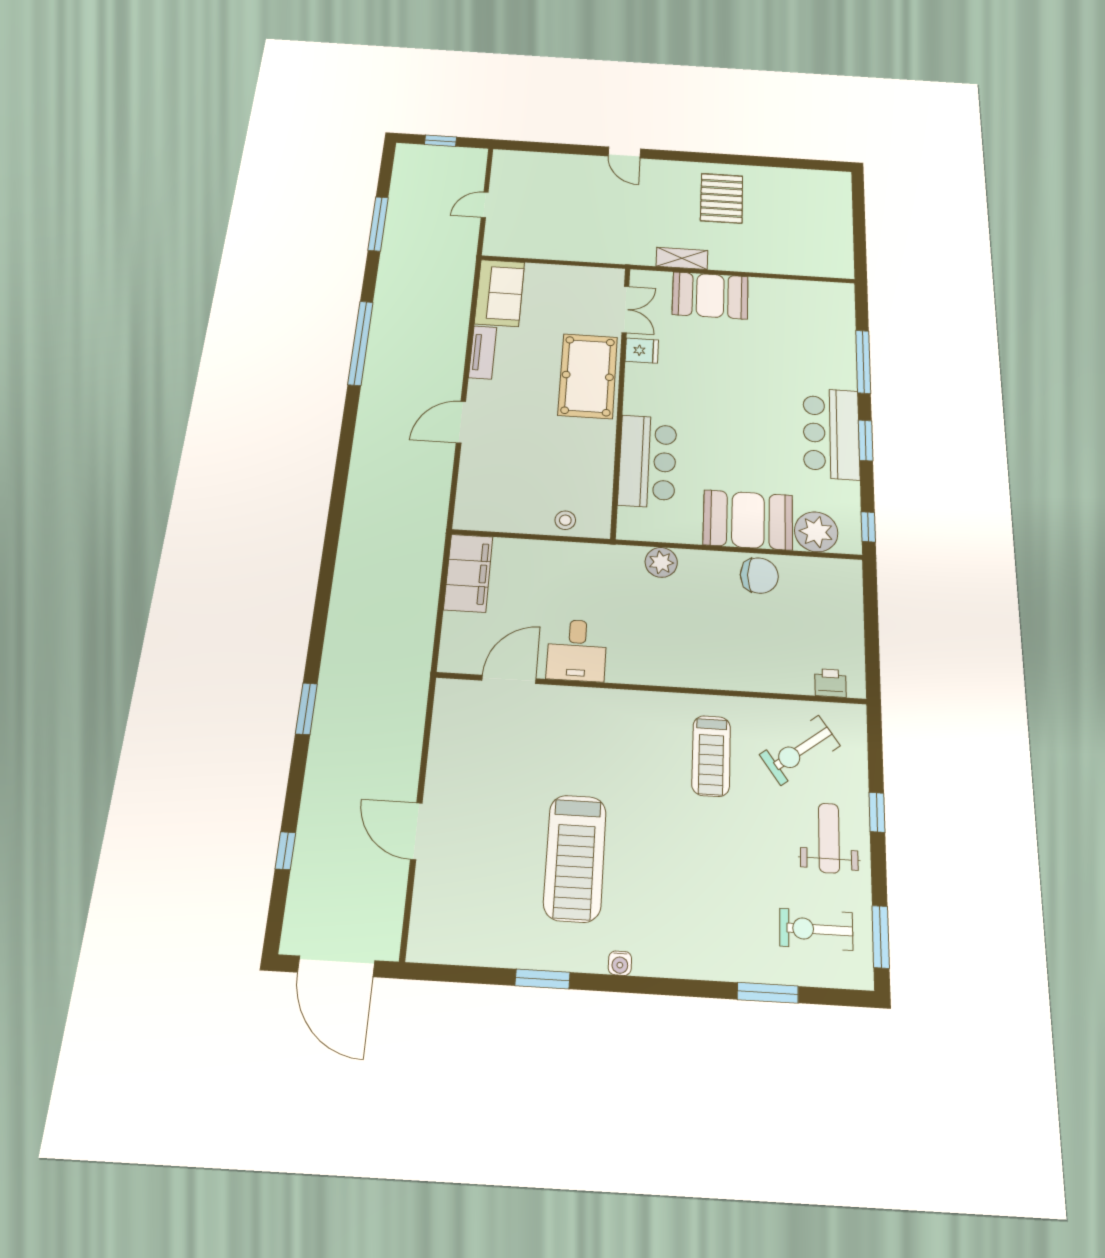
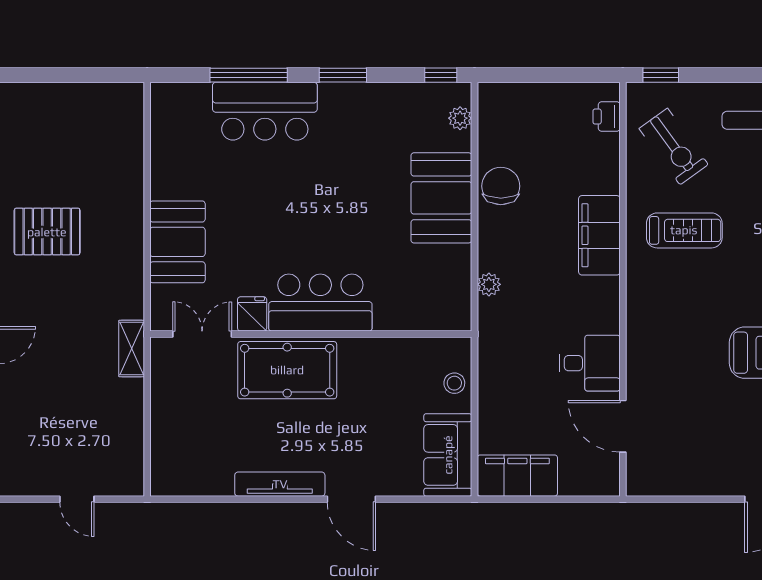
shelving: (682, 258) -> (132, 348), moved
sofa: (500, 293) -> (448, 455), moved, turned -90
tv unit: (483, 352) -> (280, 484), width x1.41
bar counter: (831, 433) -> (265, 111), moved
bar counter: (648, 461) -> (320, 303), moved
plant: (816, 532) -> (460, 118), width x0.53, depth x0.53
plant: (661, 562) -> (489, 284), width x0.73, depth x0.73
filing cabinet: (708, 668) -> (599, 235), added
window: (877, 812) -> (661, 75), moved

